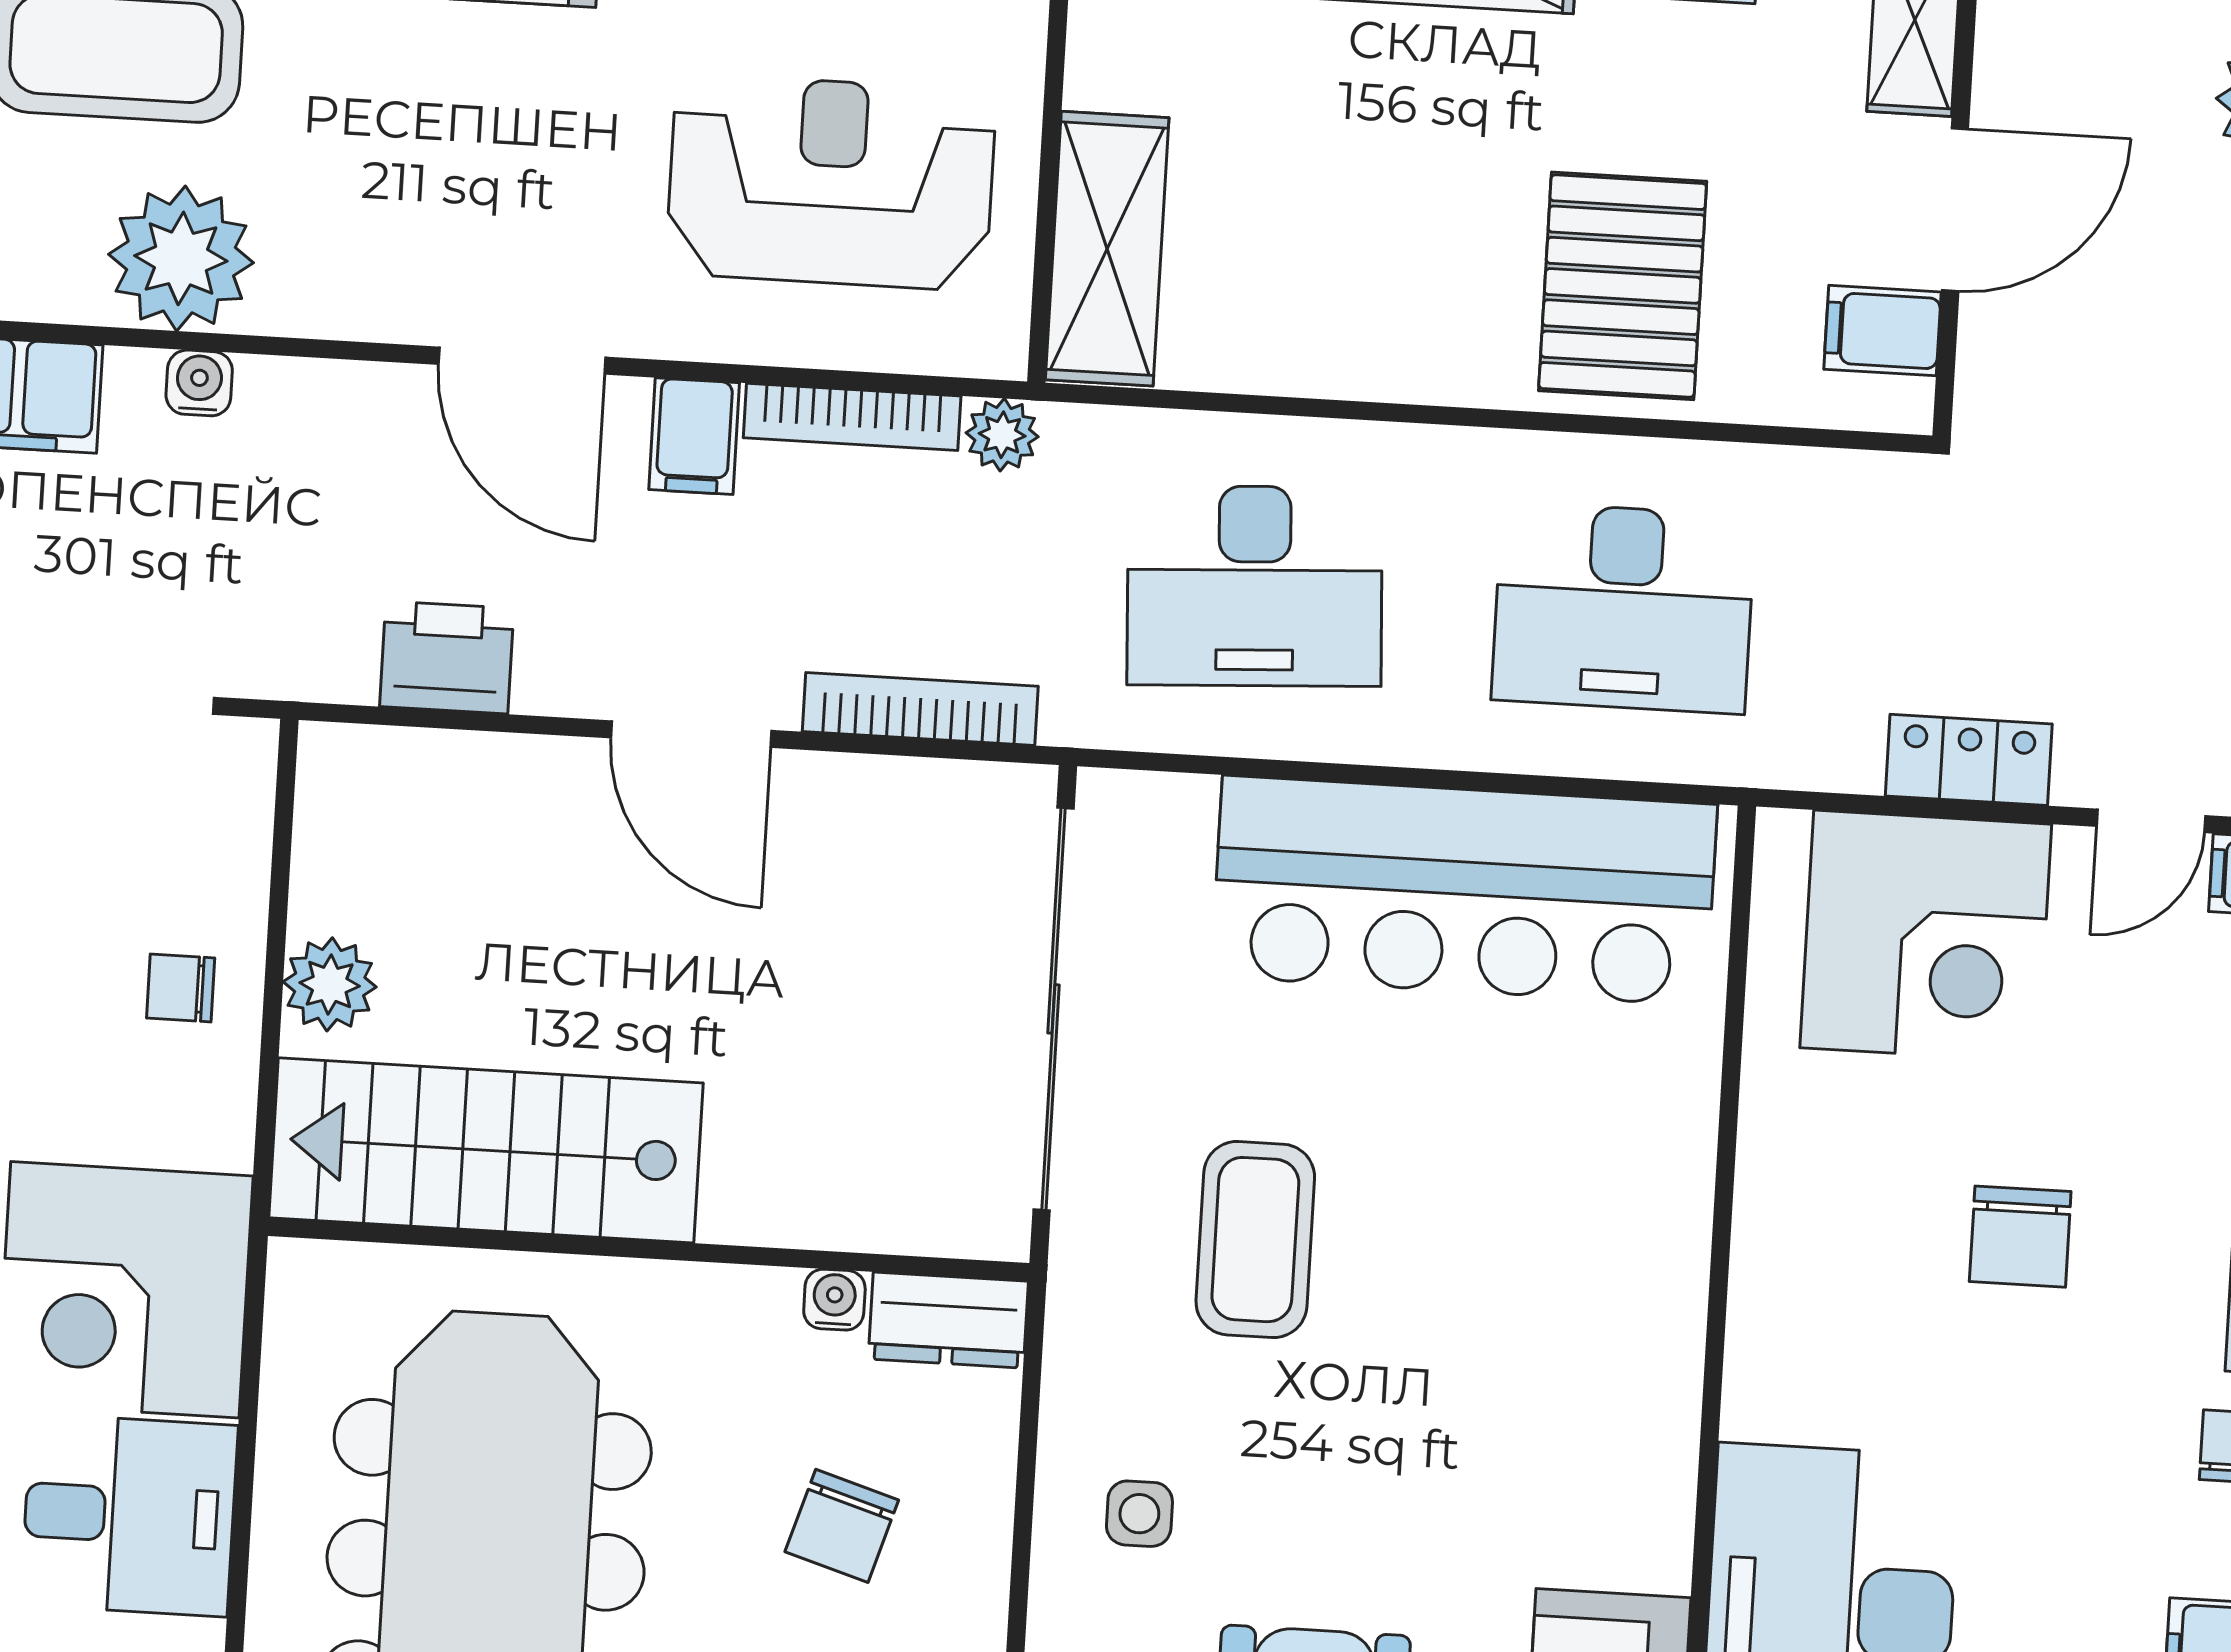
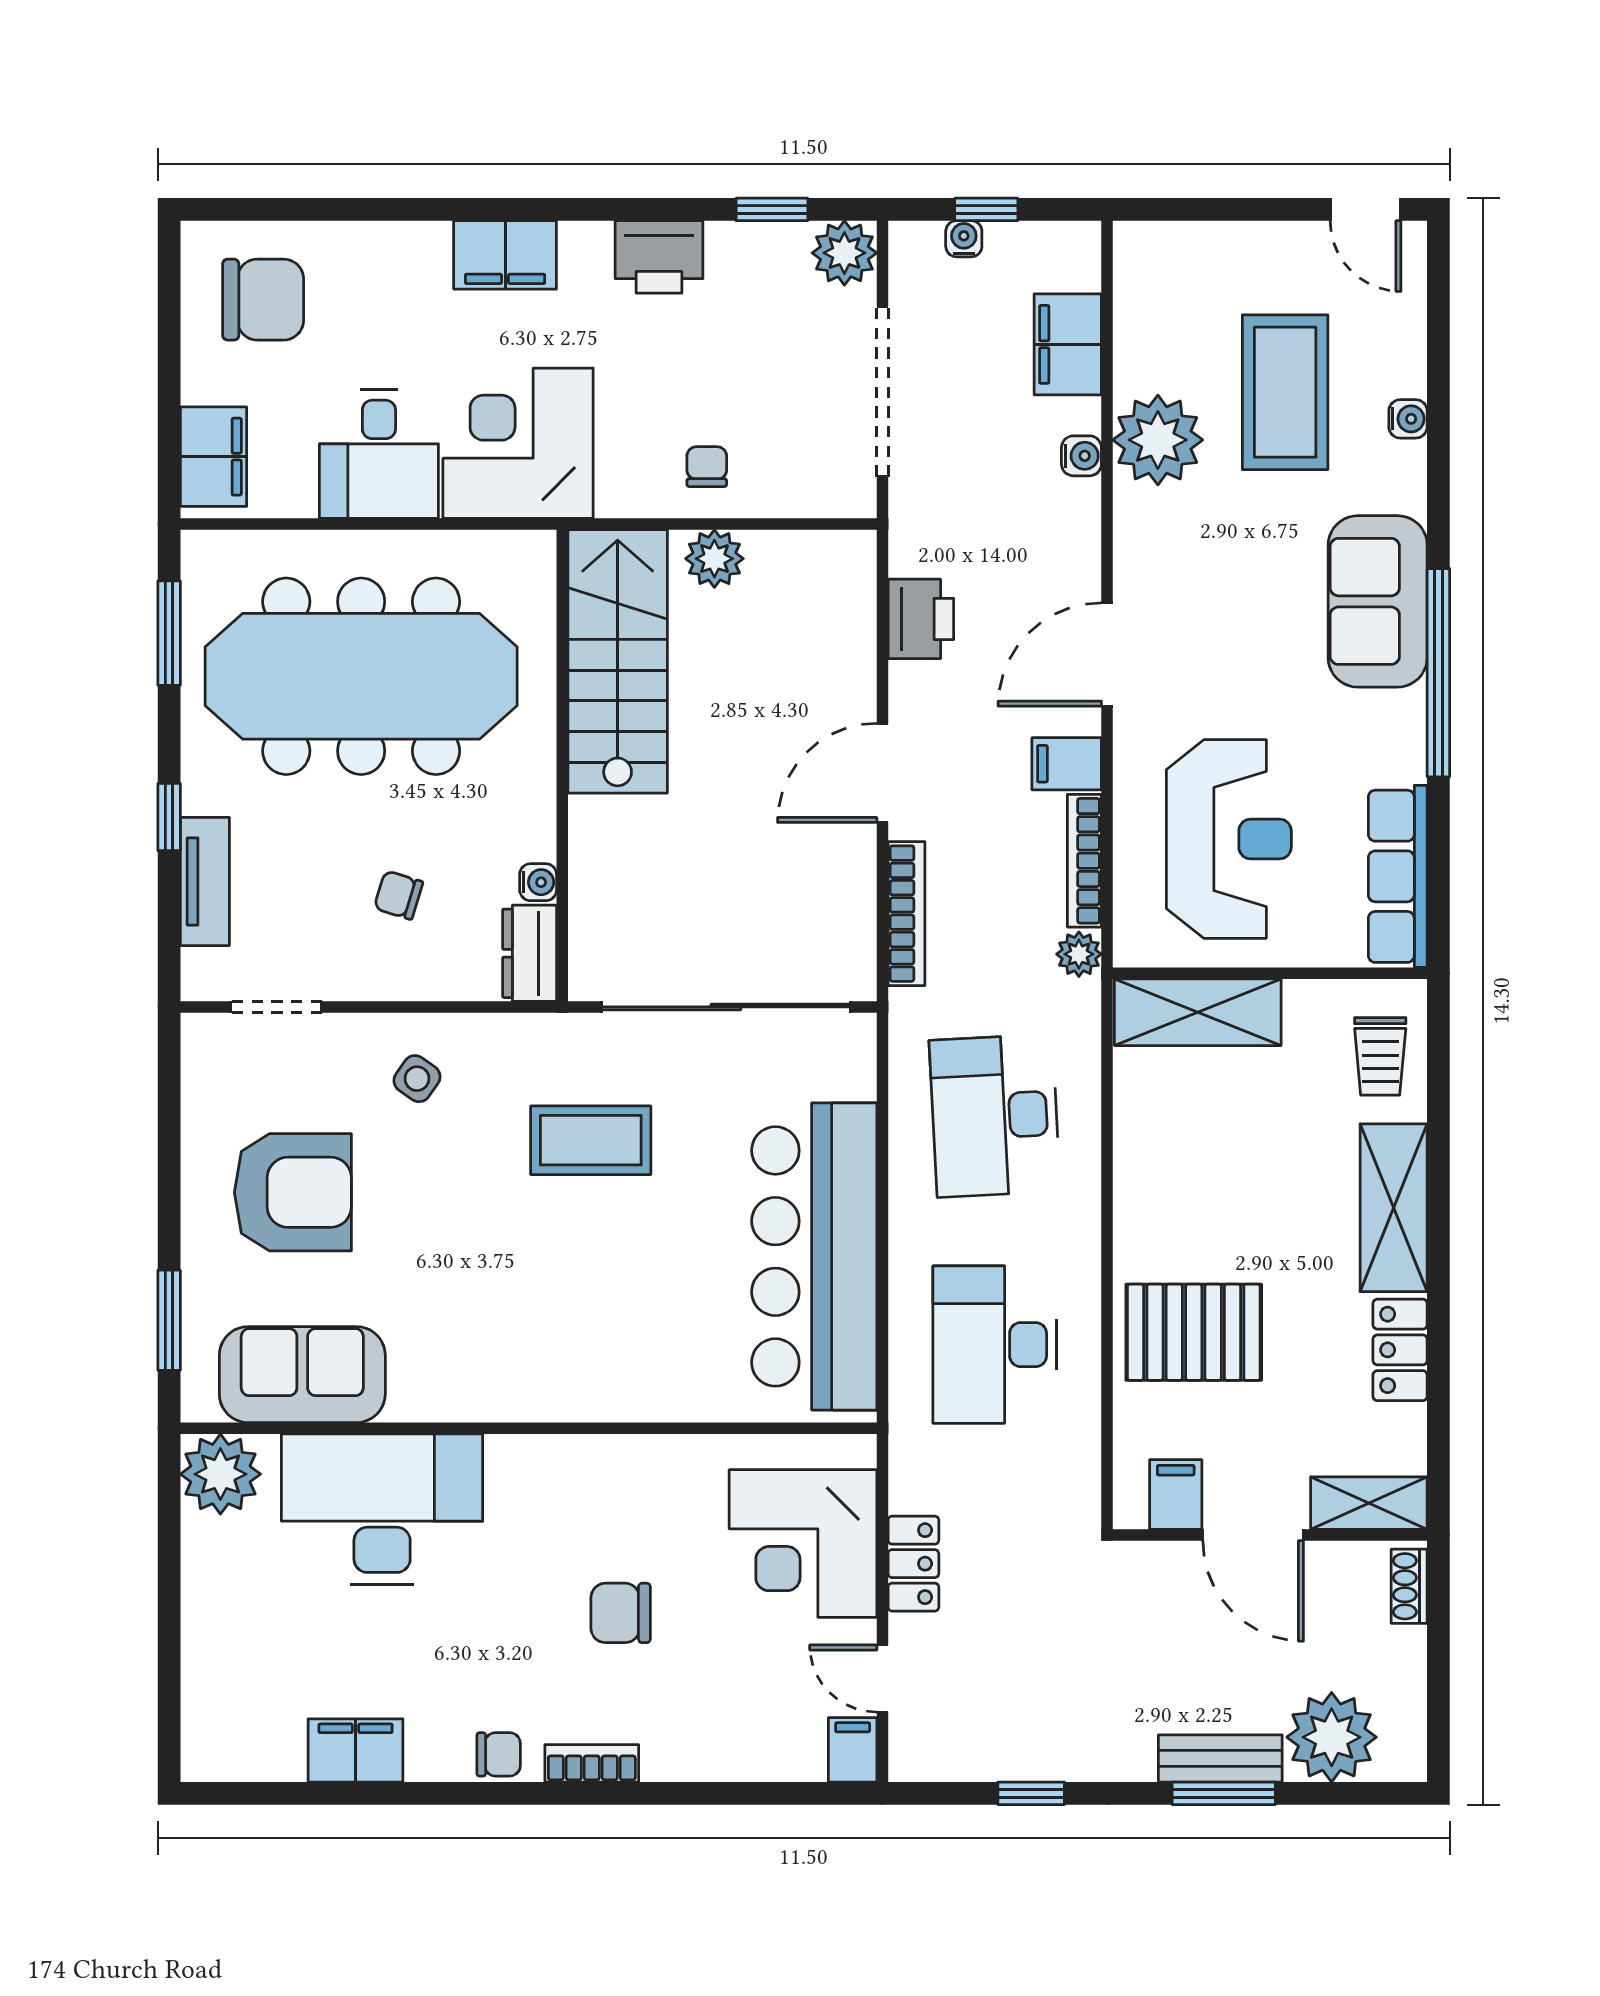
side table: (1139, 1514) -> (417, 1079), turned 35
chair: (842, 1526) -> (398, 895), width x0.73, depth x0.73

